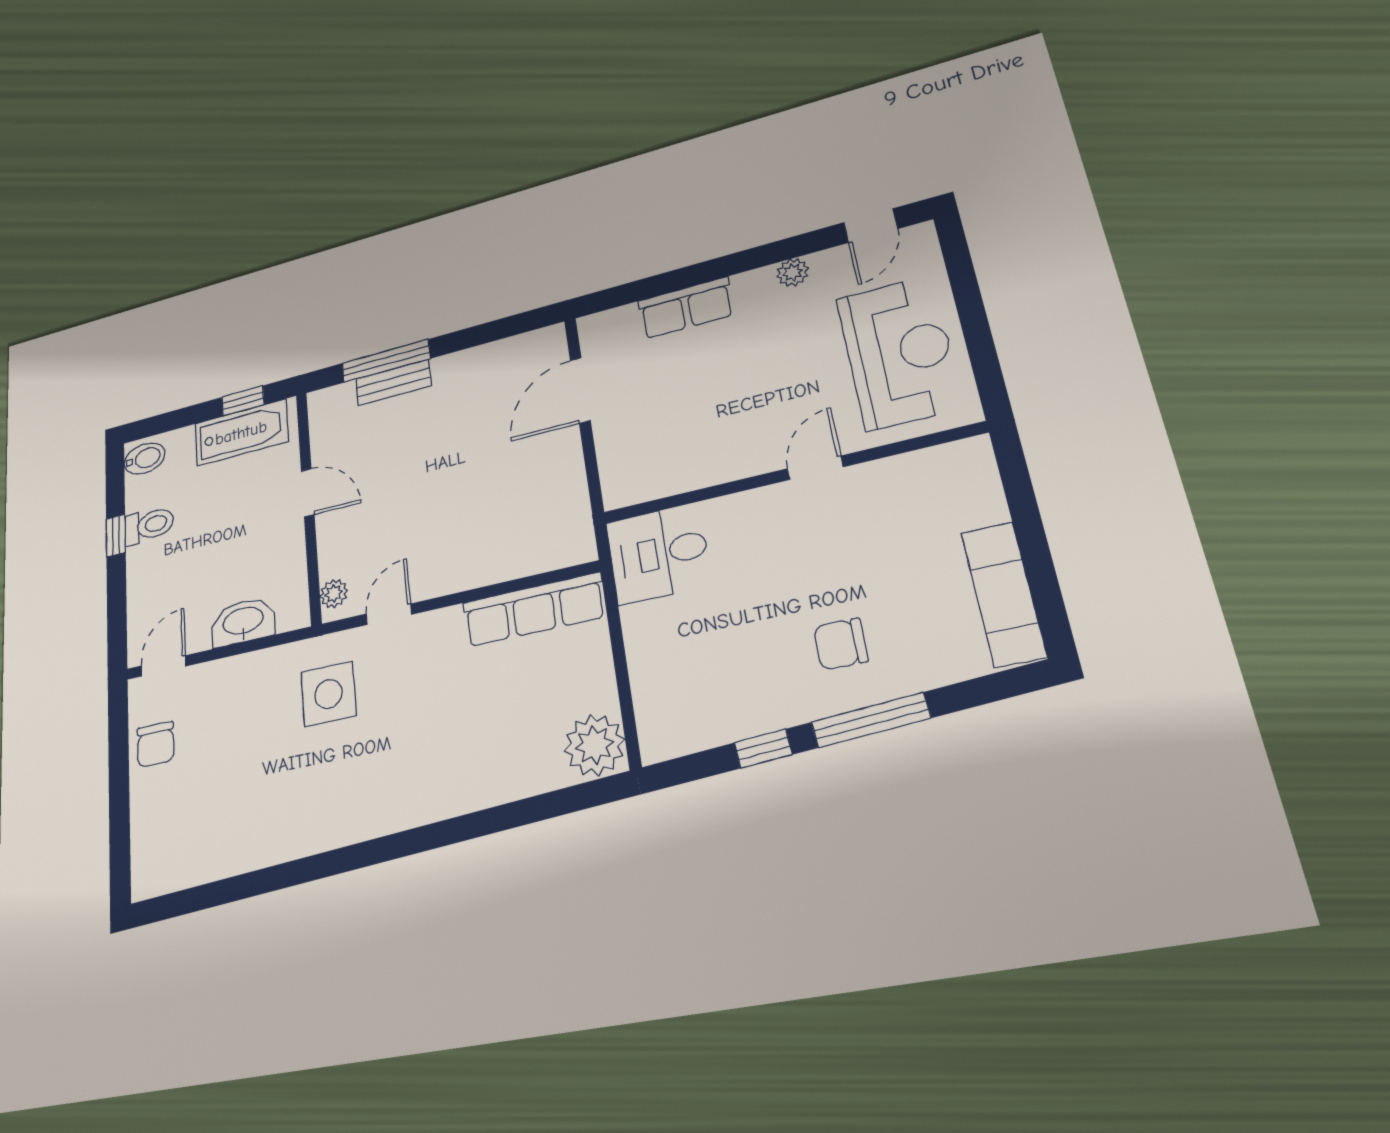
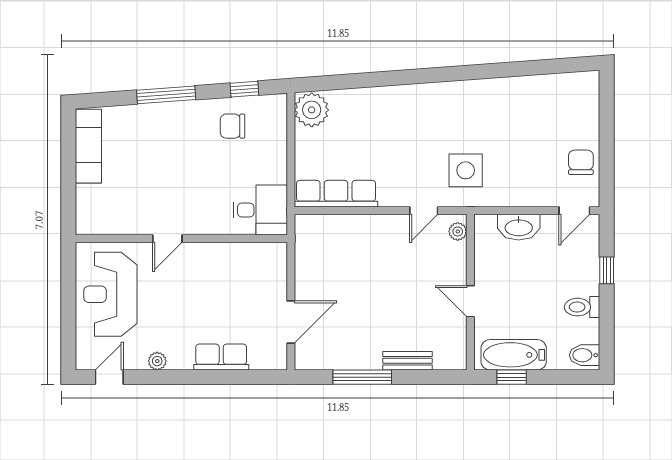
window: (386, 361) -> (362, 377), moved
window: (116, 536) -> (607, 270), moved
chair: (841, 644) -> (233, 126), moved, turned 180
window: (763, 749) -> (244, 89), moved

